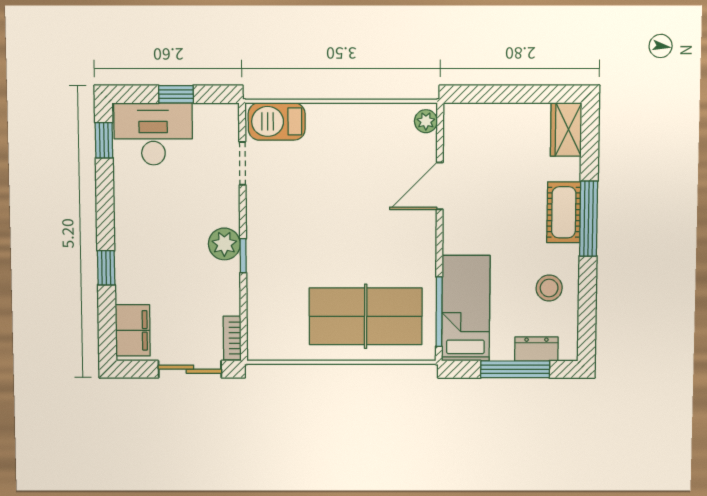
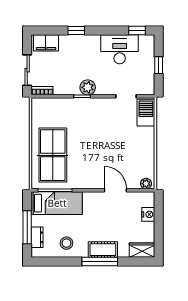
nightstand: (491, 116) -> (148, 214), added
desk: (153, 134) -> (120, 49), moved, turned -90

